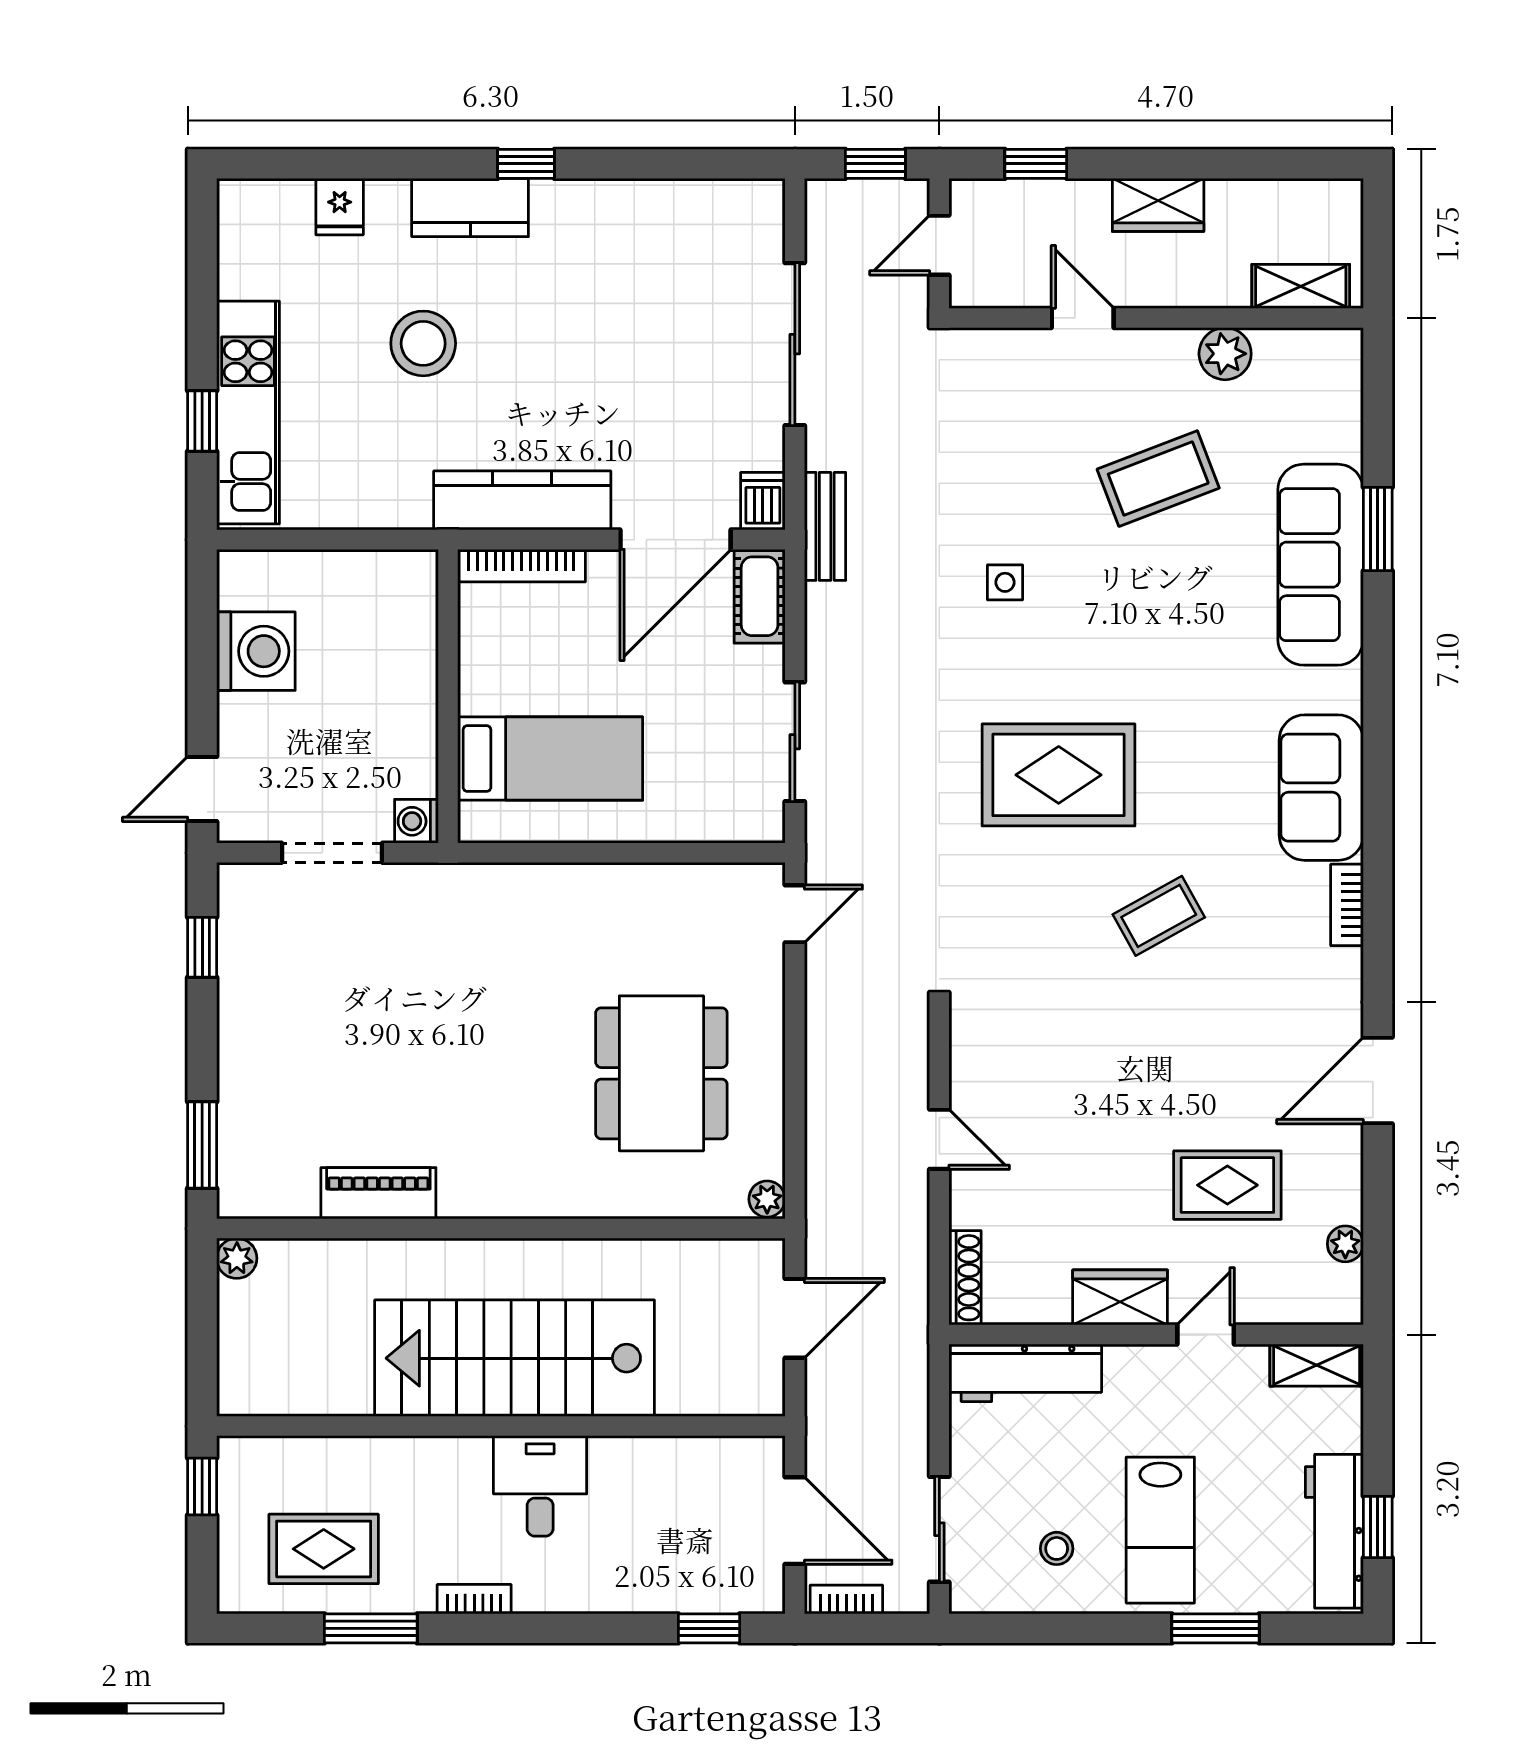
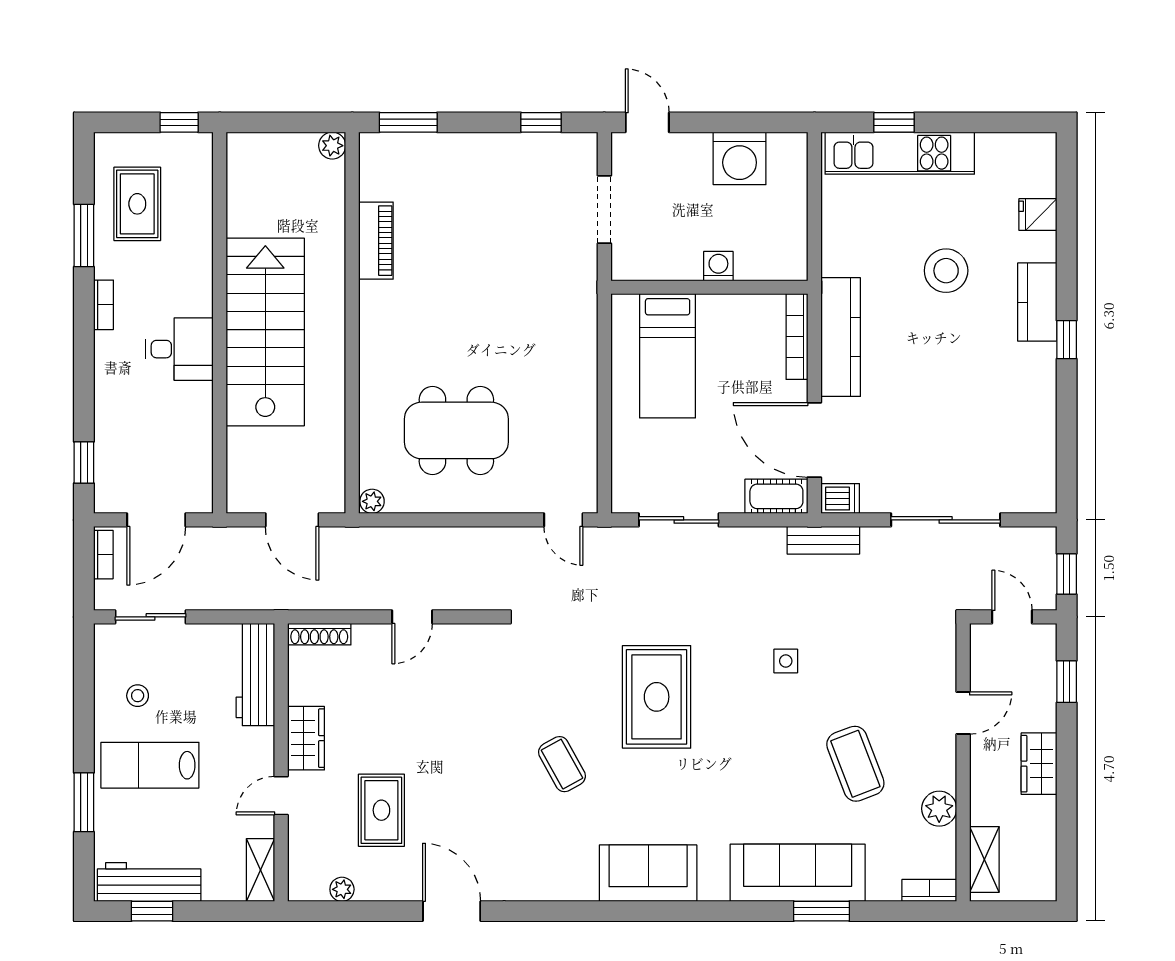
washing machine: (416, 821) -> (718, 266), moved
bookcase: (1347, 905) -> (929, 890), moved
door: (1206, 1335) -> (281, 796), swing flipped

